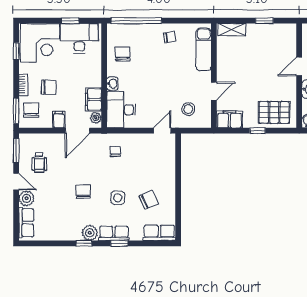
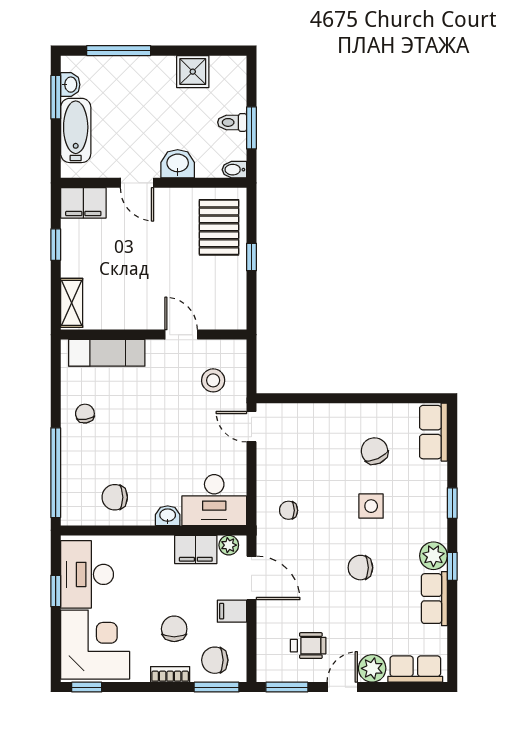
window: (16, 51) -> (87, 687), moved
filing cabinet: (229, 119) -> (83, 203), moved, turned -90
row of seats: (114, 233) -> (434, 599), moved

